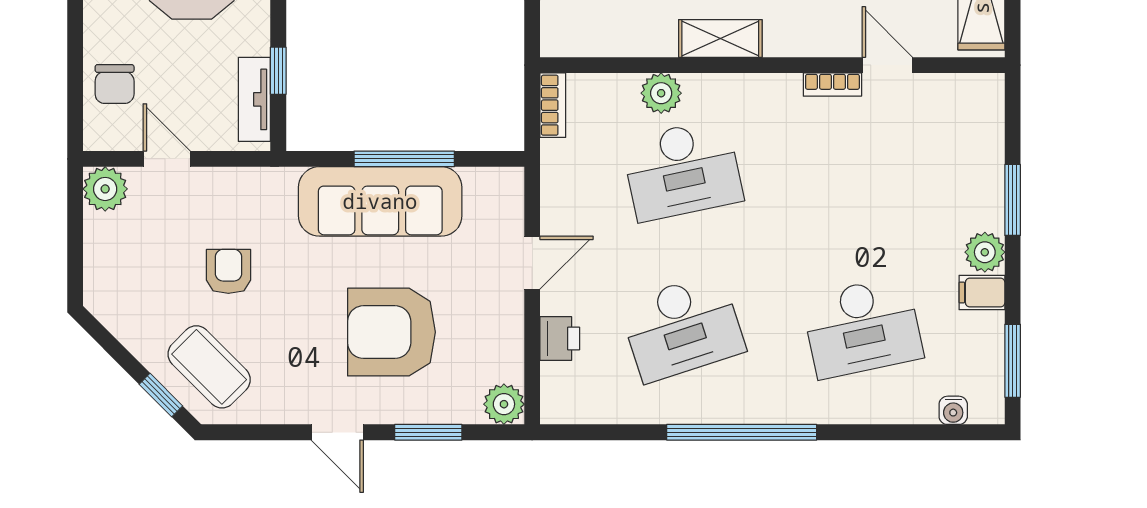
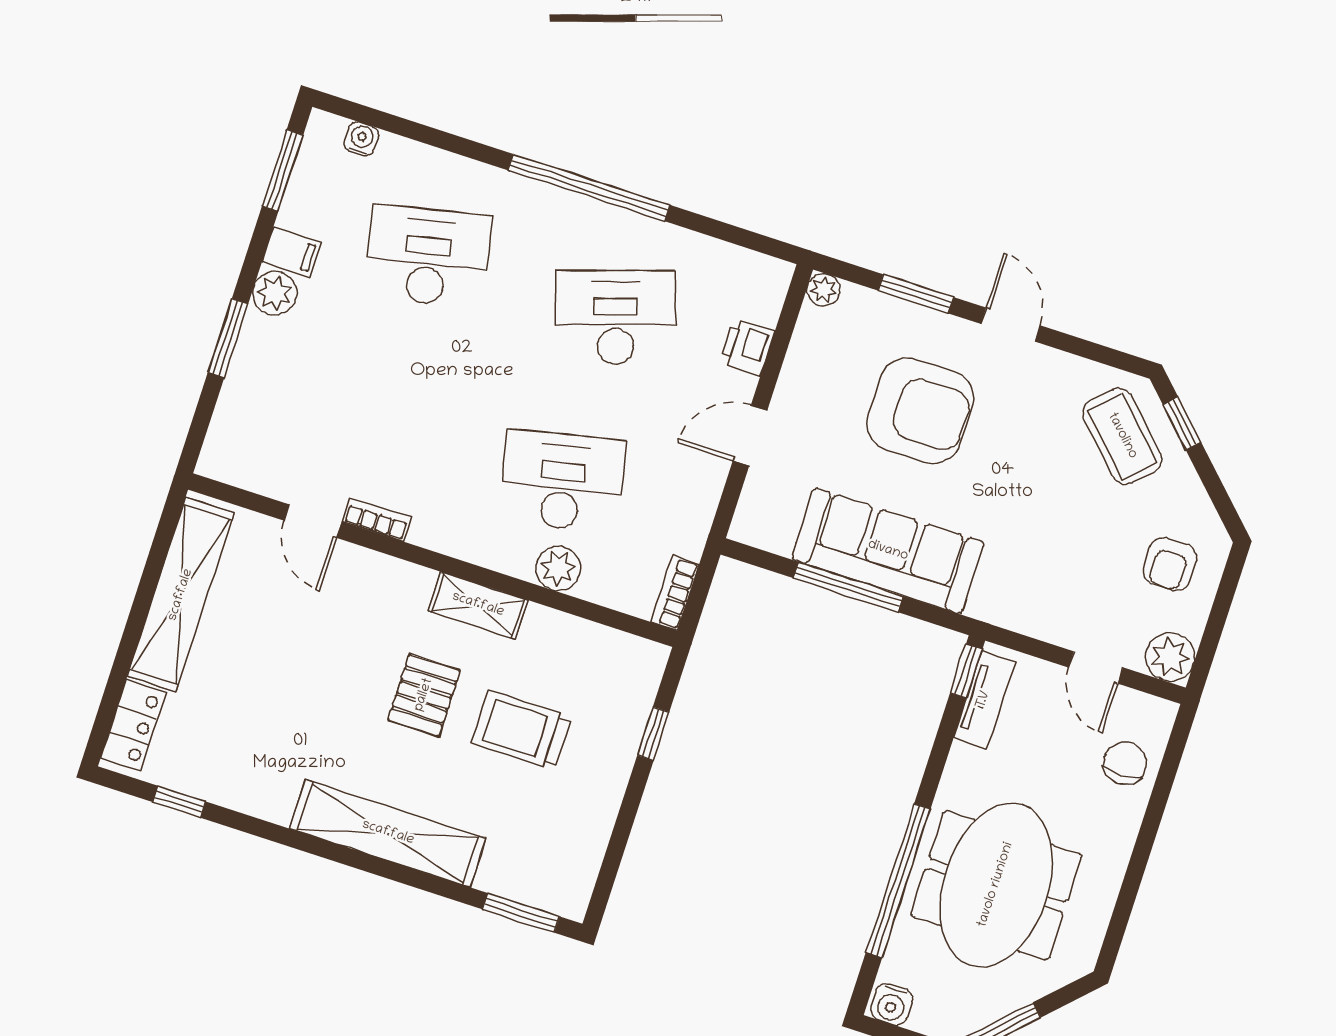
window: (278, 71) -> (966, 671), moved
armchair: (228, 271) -> (1170, 564), moved
plant: (504, 404) -> (823, 290), width x0.73, depth x0.73

